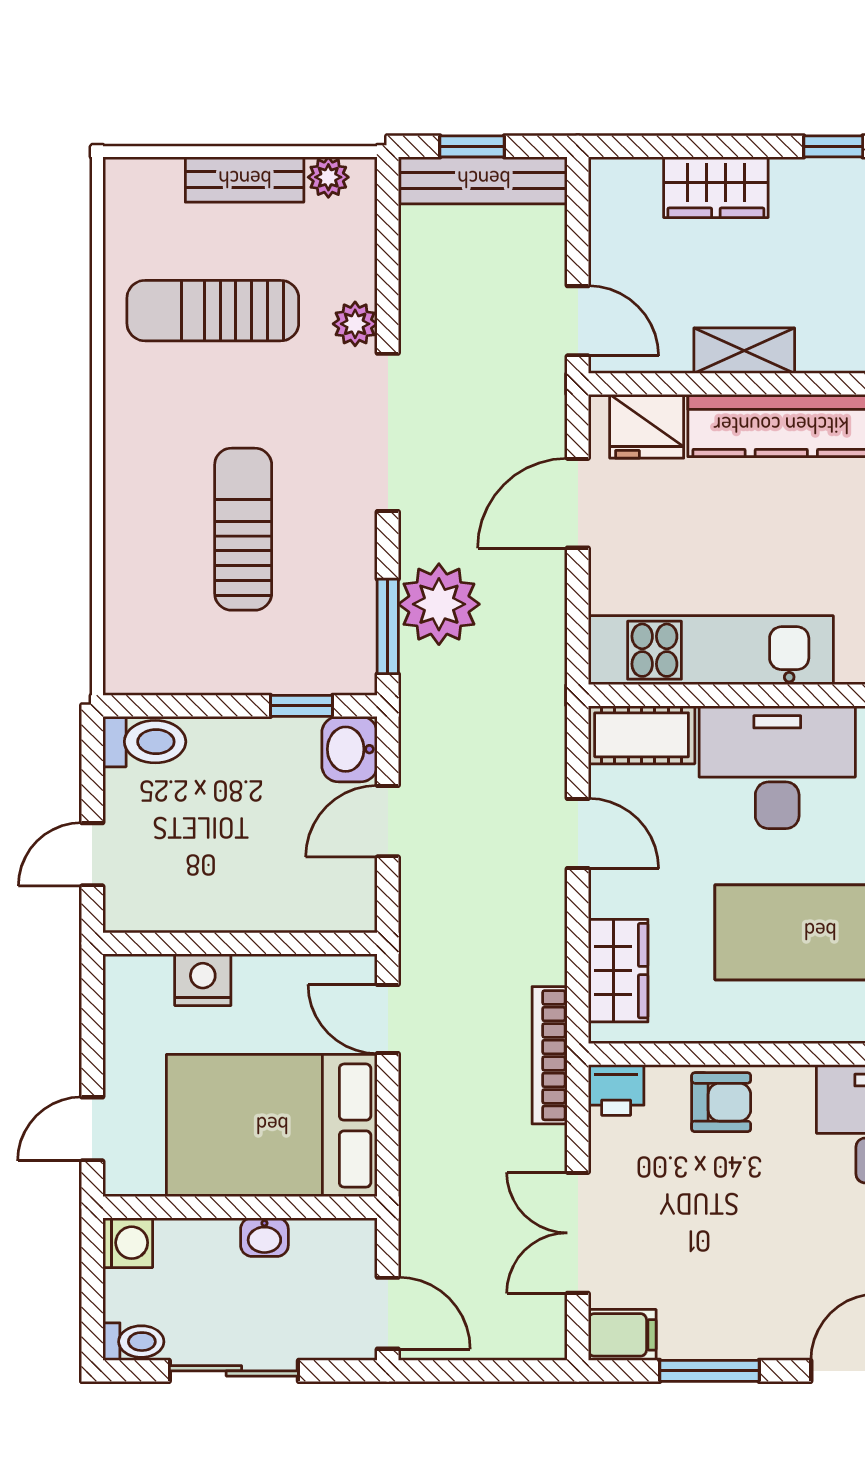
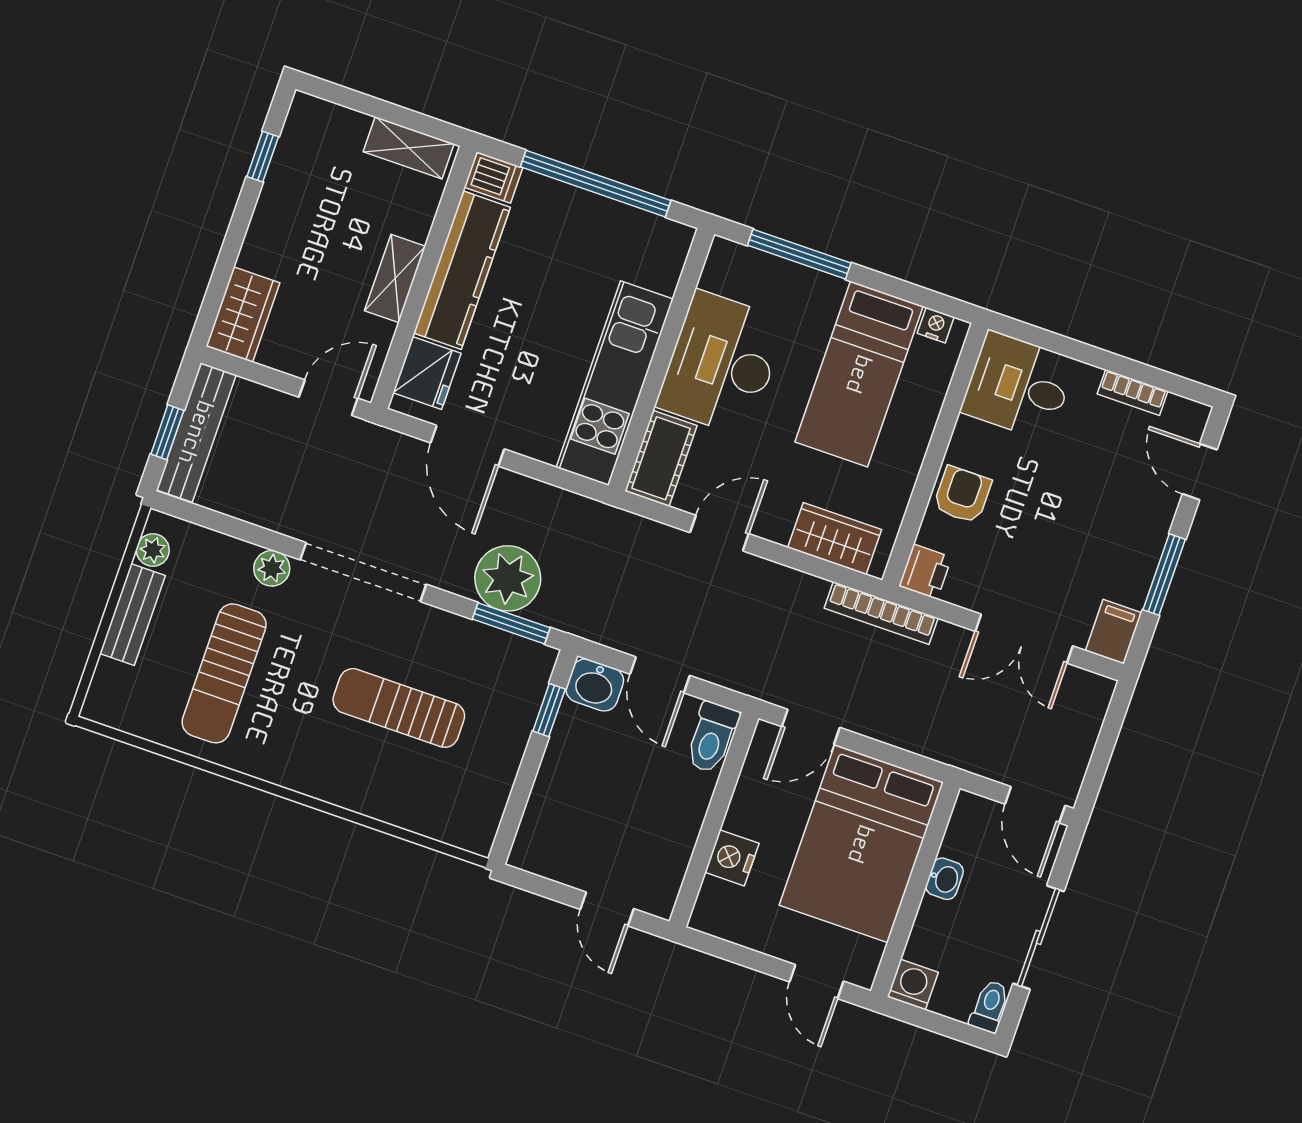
wardrobe: (716, 187) -> (243, 314), moved
toilet: (144, 742) -> (712, 737), moved, turned 180
door: (388, 1313) -> (1035, 805), swing flipped

